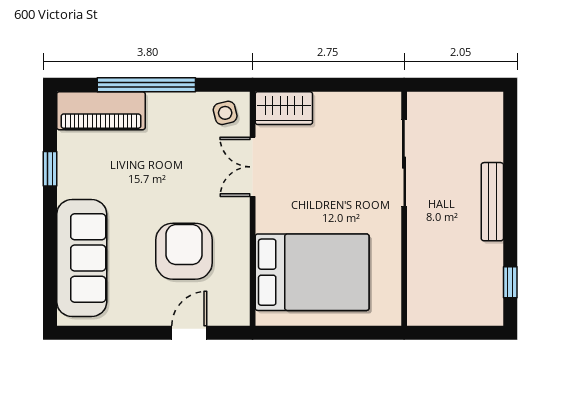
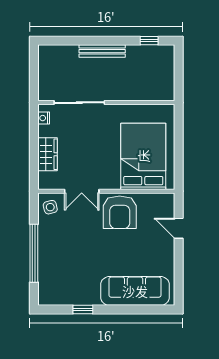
nightstand: (378, 101) -> (44, 118), added
wardrobe: (284, 108) -> (47, 154), moved
piano: (101, 111) -> (49, 280), removed
armchair: (184, 251) -> (120, 212), moved, turned -90

